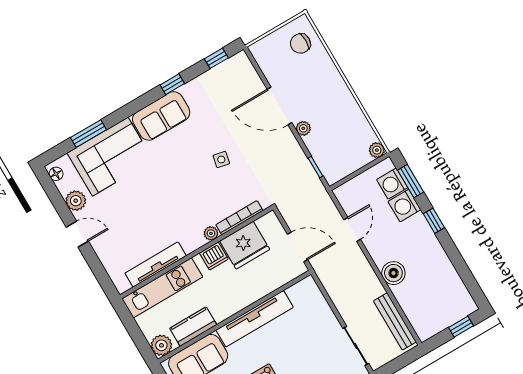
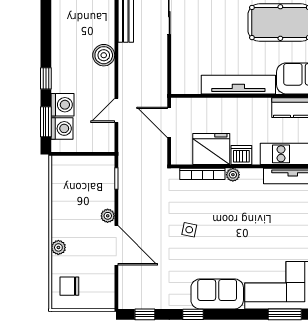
chair: (300, 43) -> (69, 286), turned 180
plant: (377, 150) -> (58, 247), moved

